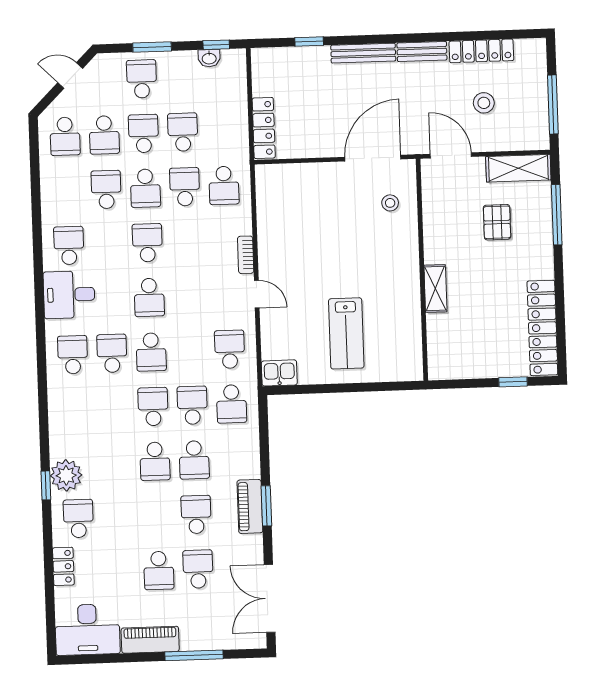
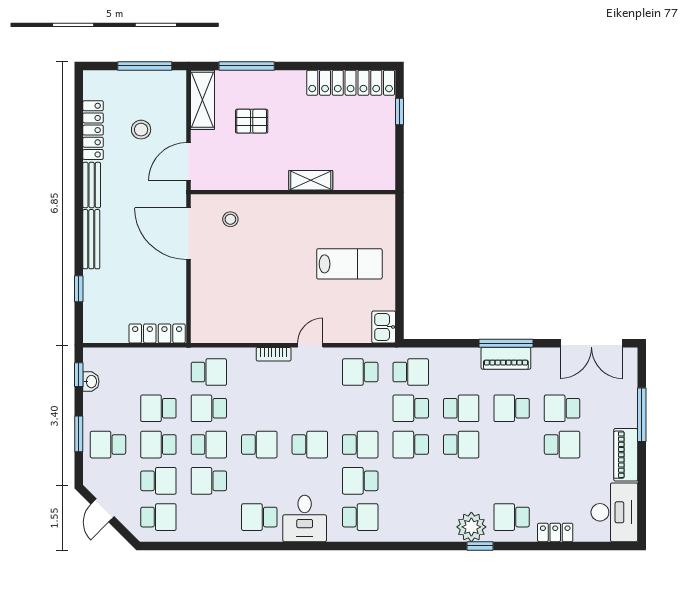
school desk: (147, 243) -> (259, 445), turned 180
school desk: (73, 355) -> (360, 517), turned 180
window: (266, 506) -> (506, 343), width x1.44

